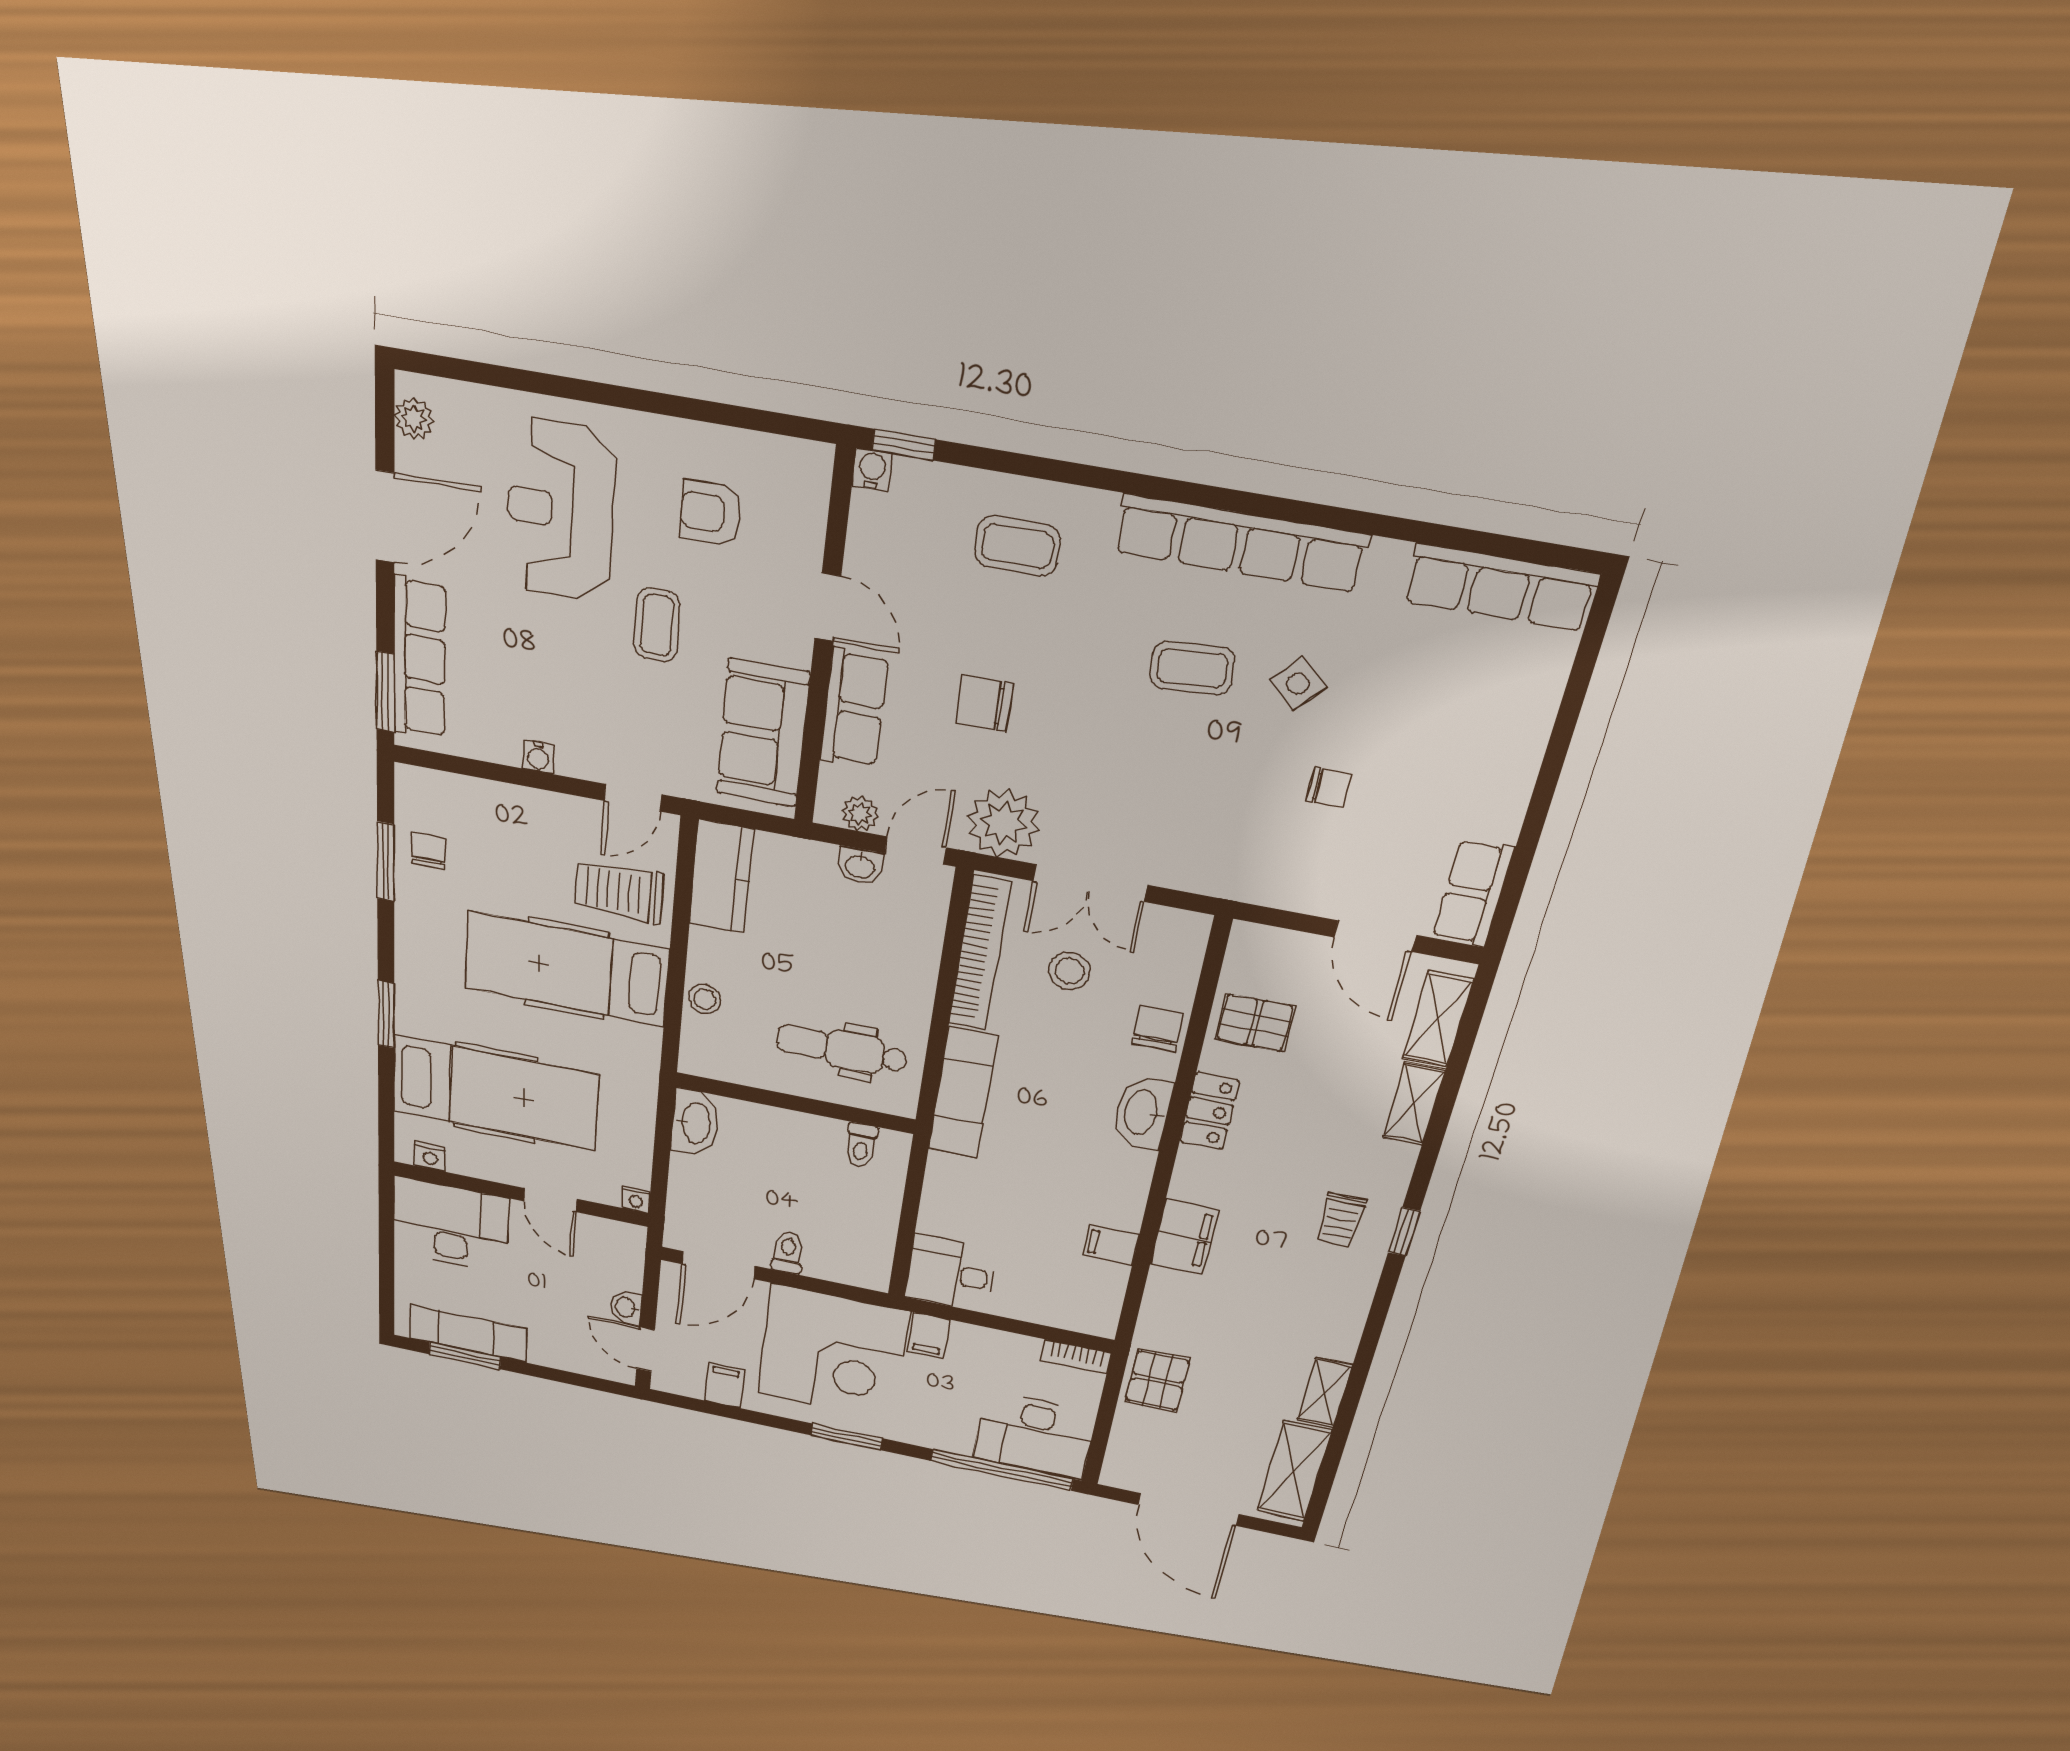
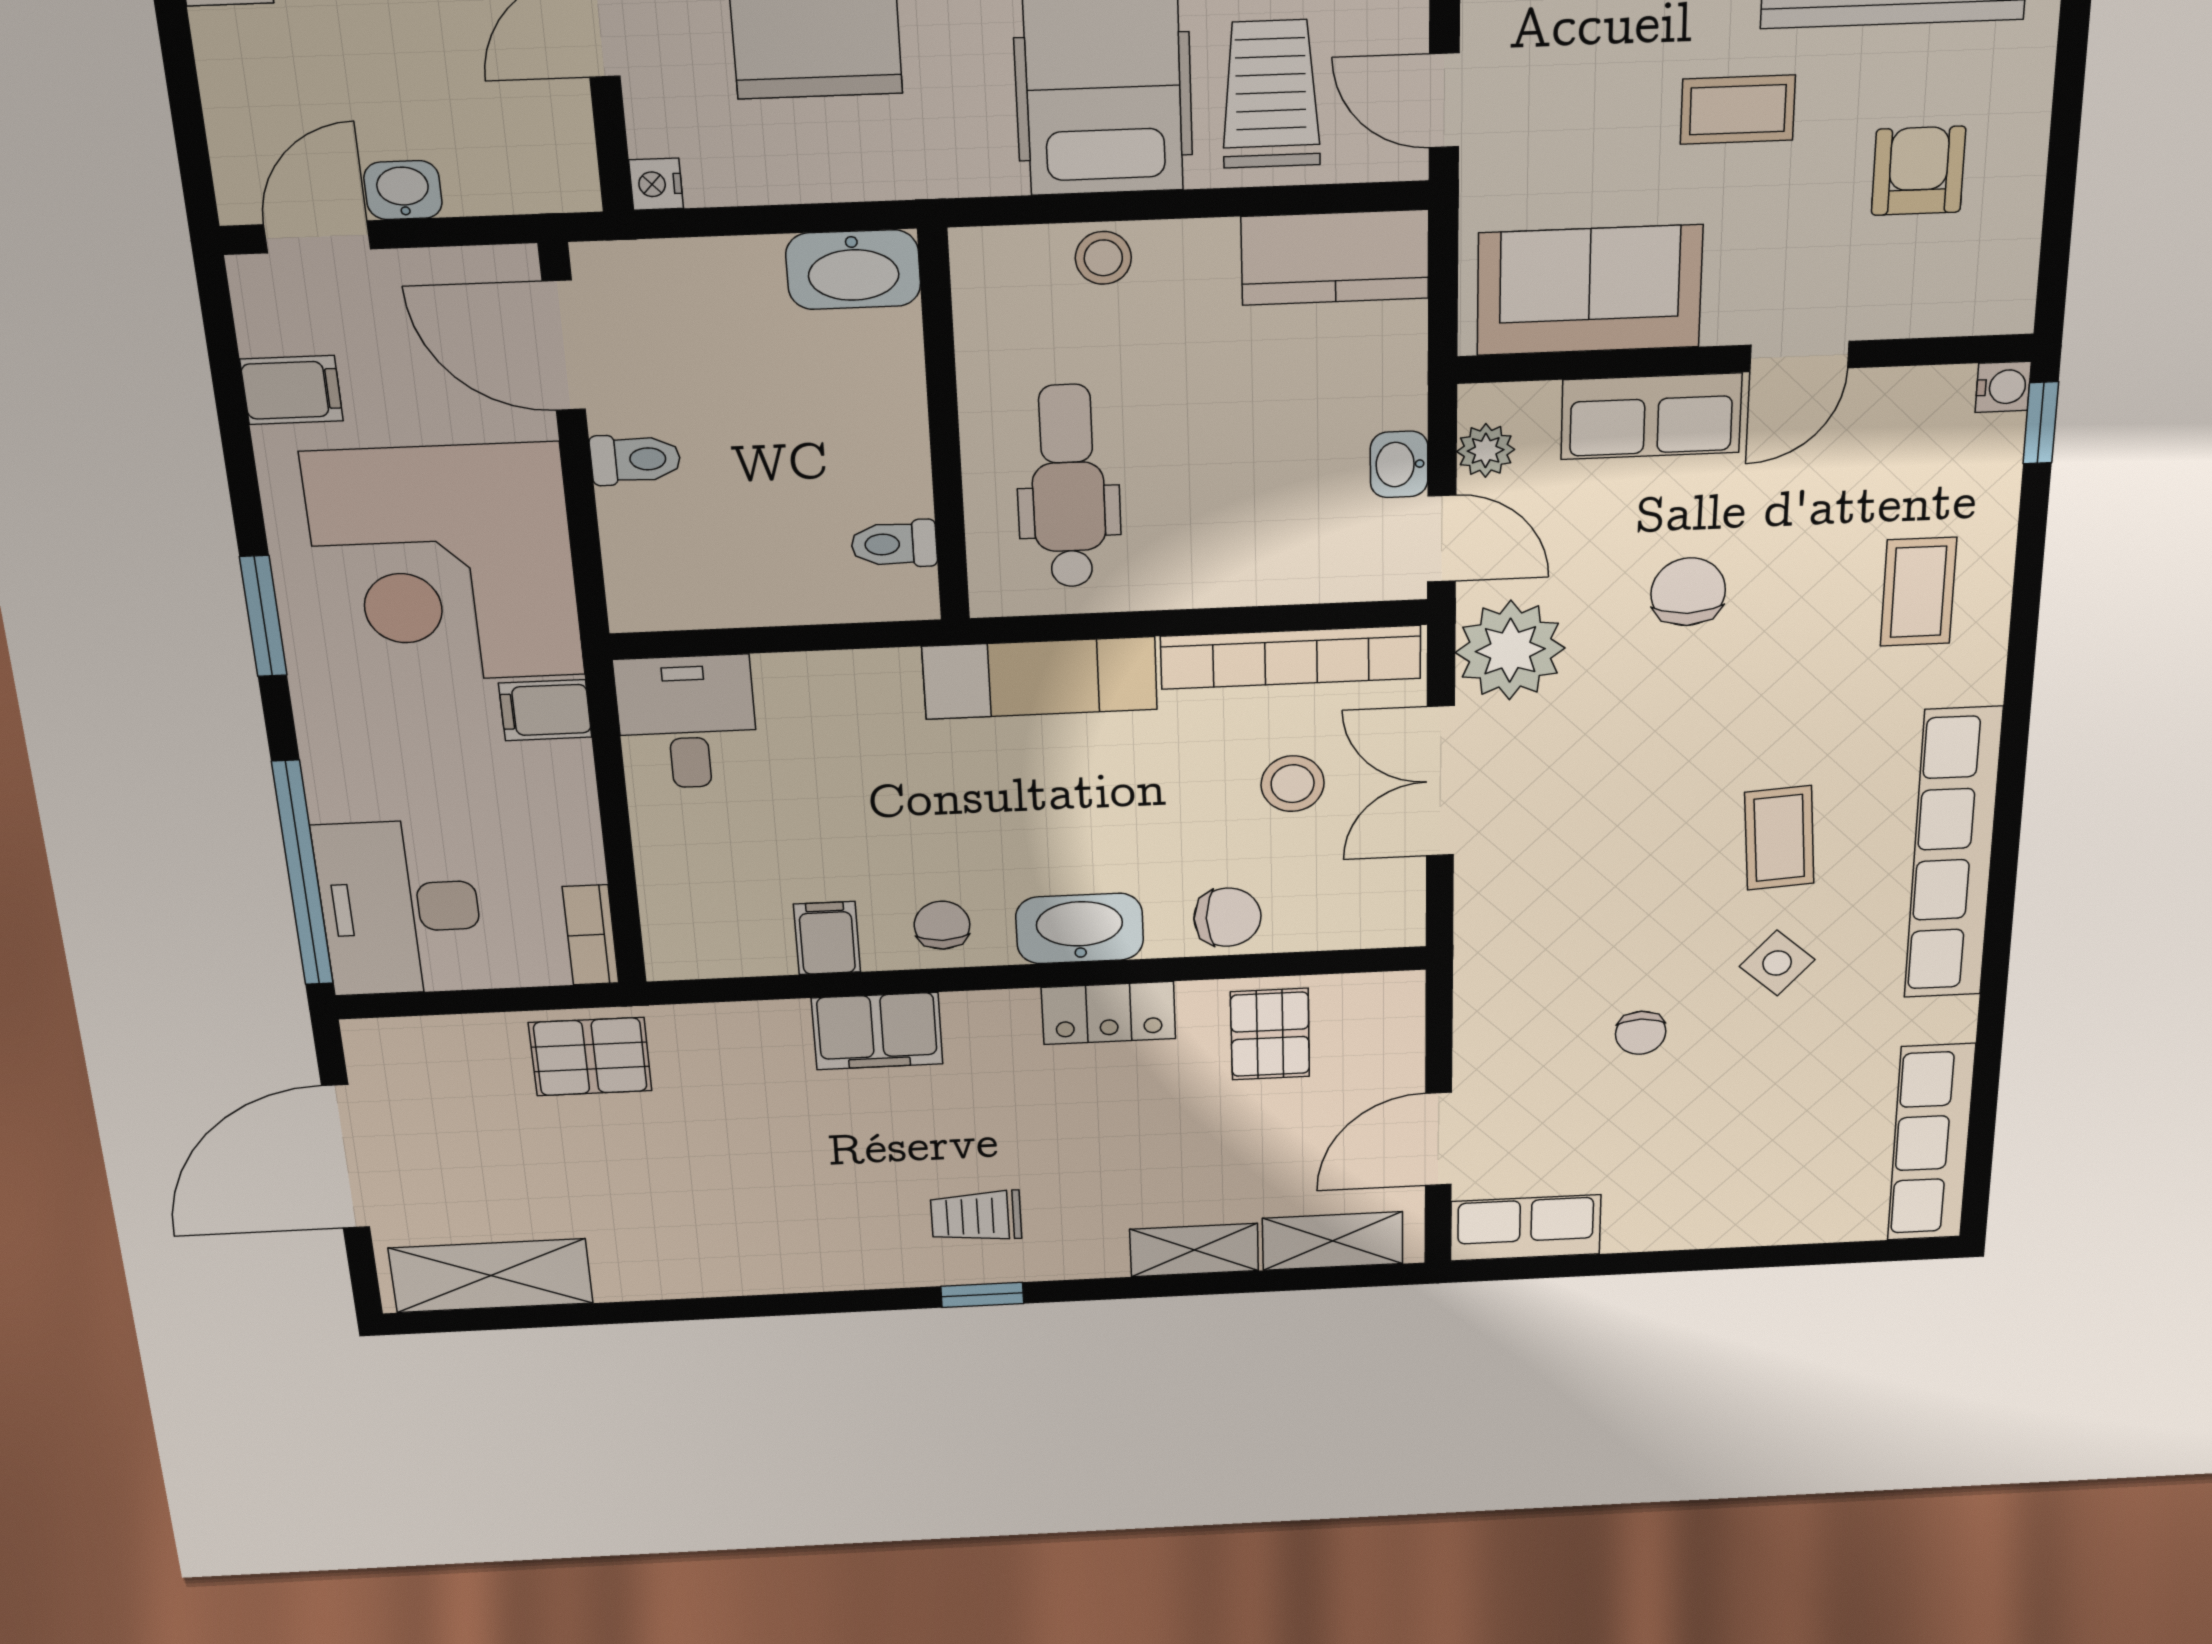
chair: (1119, 1185) -> (942, 925), added
shelving: (1325, 1393) -> (660, 1276), removed

